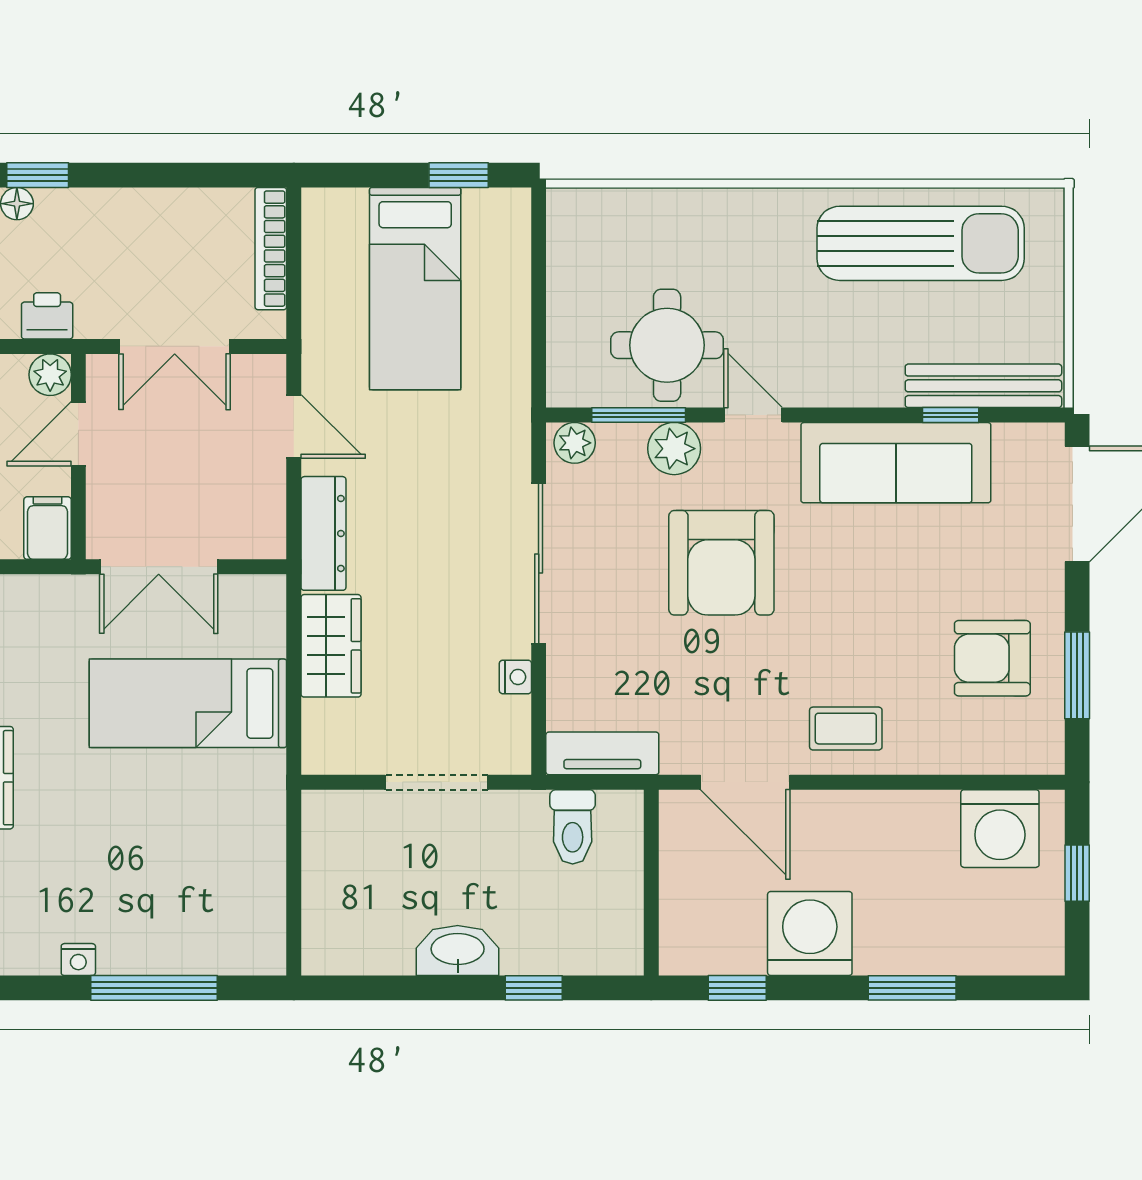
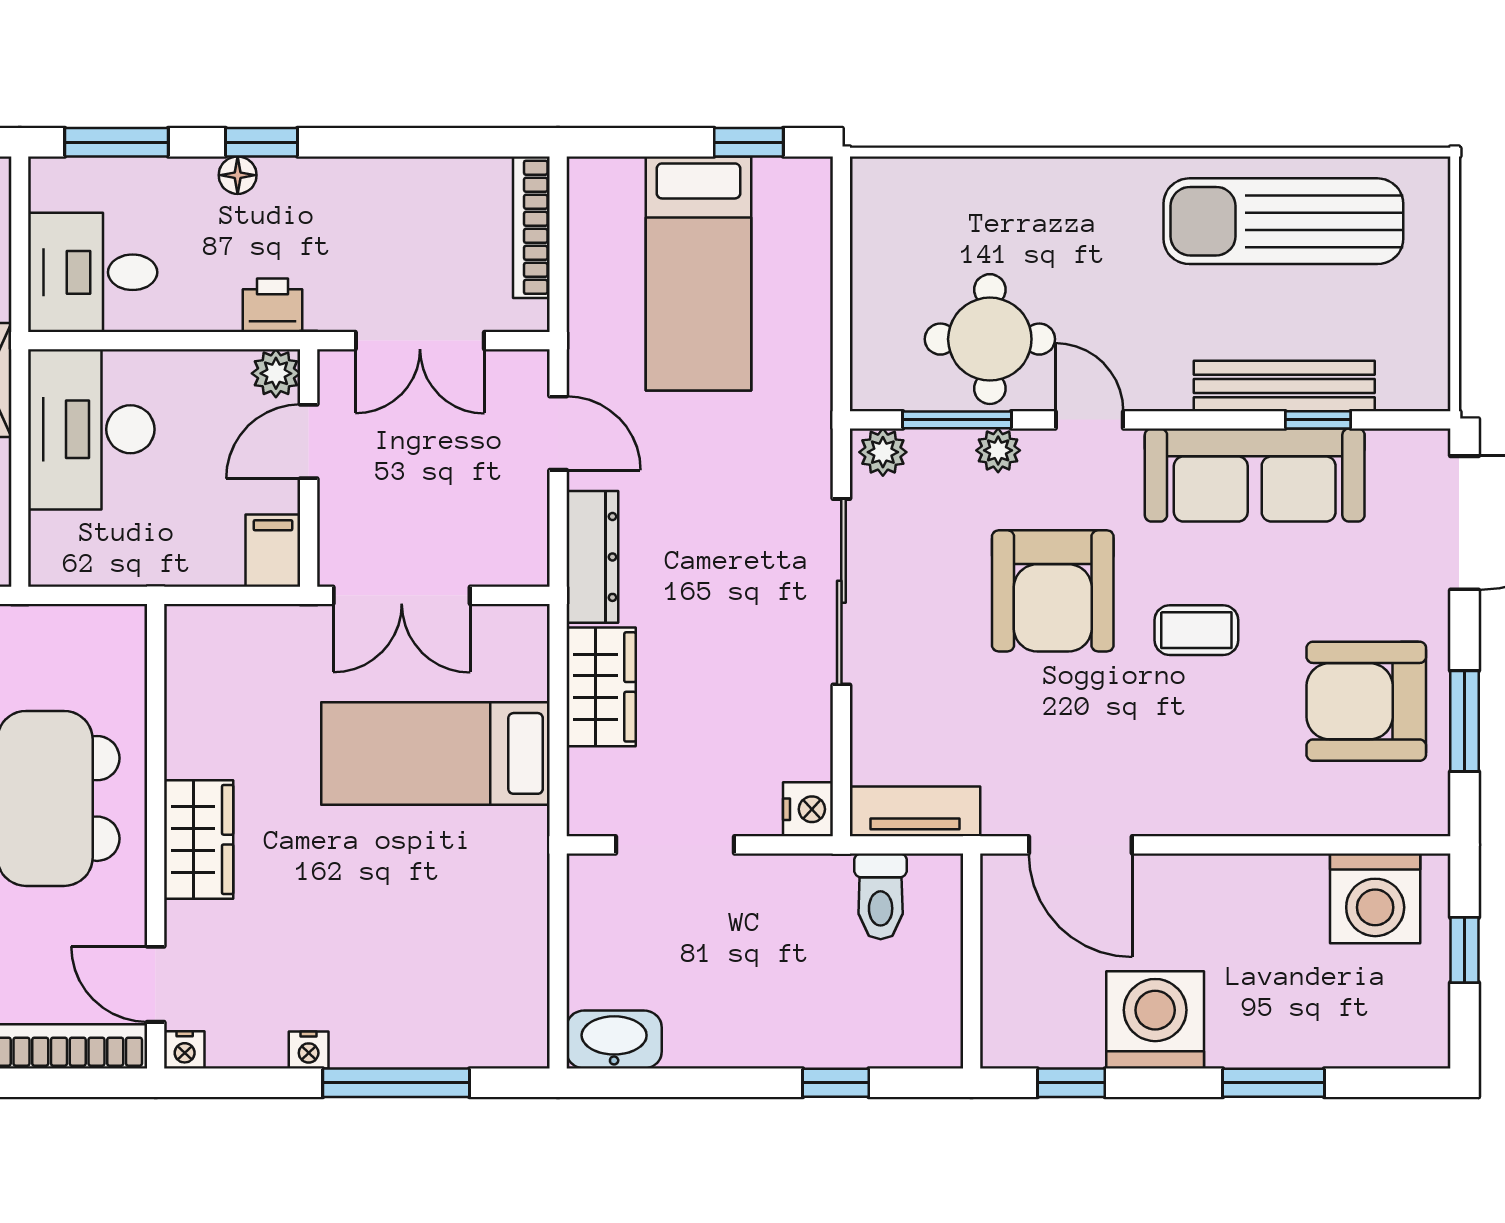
sun lounger: (921, 243) -> (1283, 221), turned 180
bench: (983, 386) -> (1284, 386), moved
plant: (674, 449) -> (998, 450), width x0.73, depth x0.73
armchair: (992, 658) -> (1366, 701), width x1.36, depth x1.36
nightstand: (515, 677) -> (808, 809), moved, width x1.39, depth x1.35
coffee table: (846, 729) -> (1196, 630), moved
doorway: (437, 782) -> (675, 845), moved
washbasin: (458, 950) -> (614, 1039), moved

